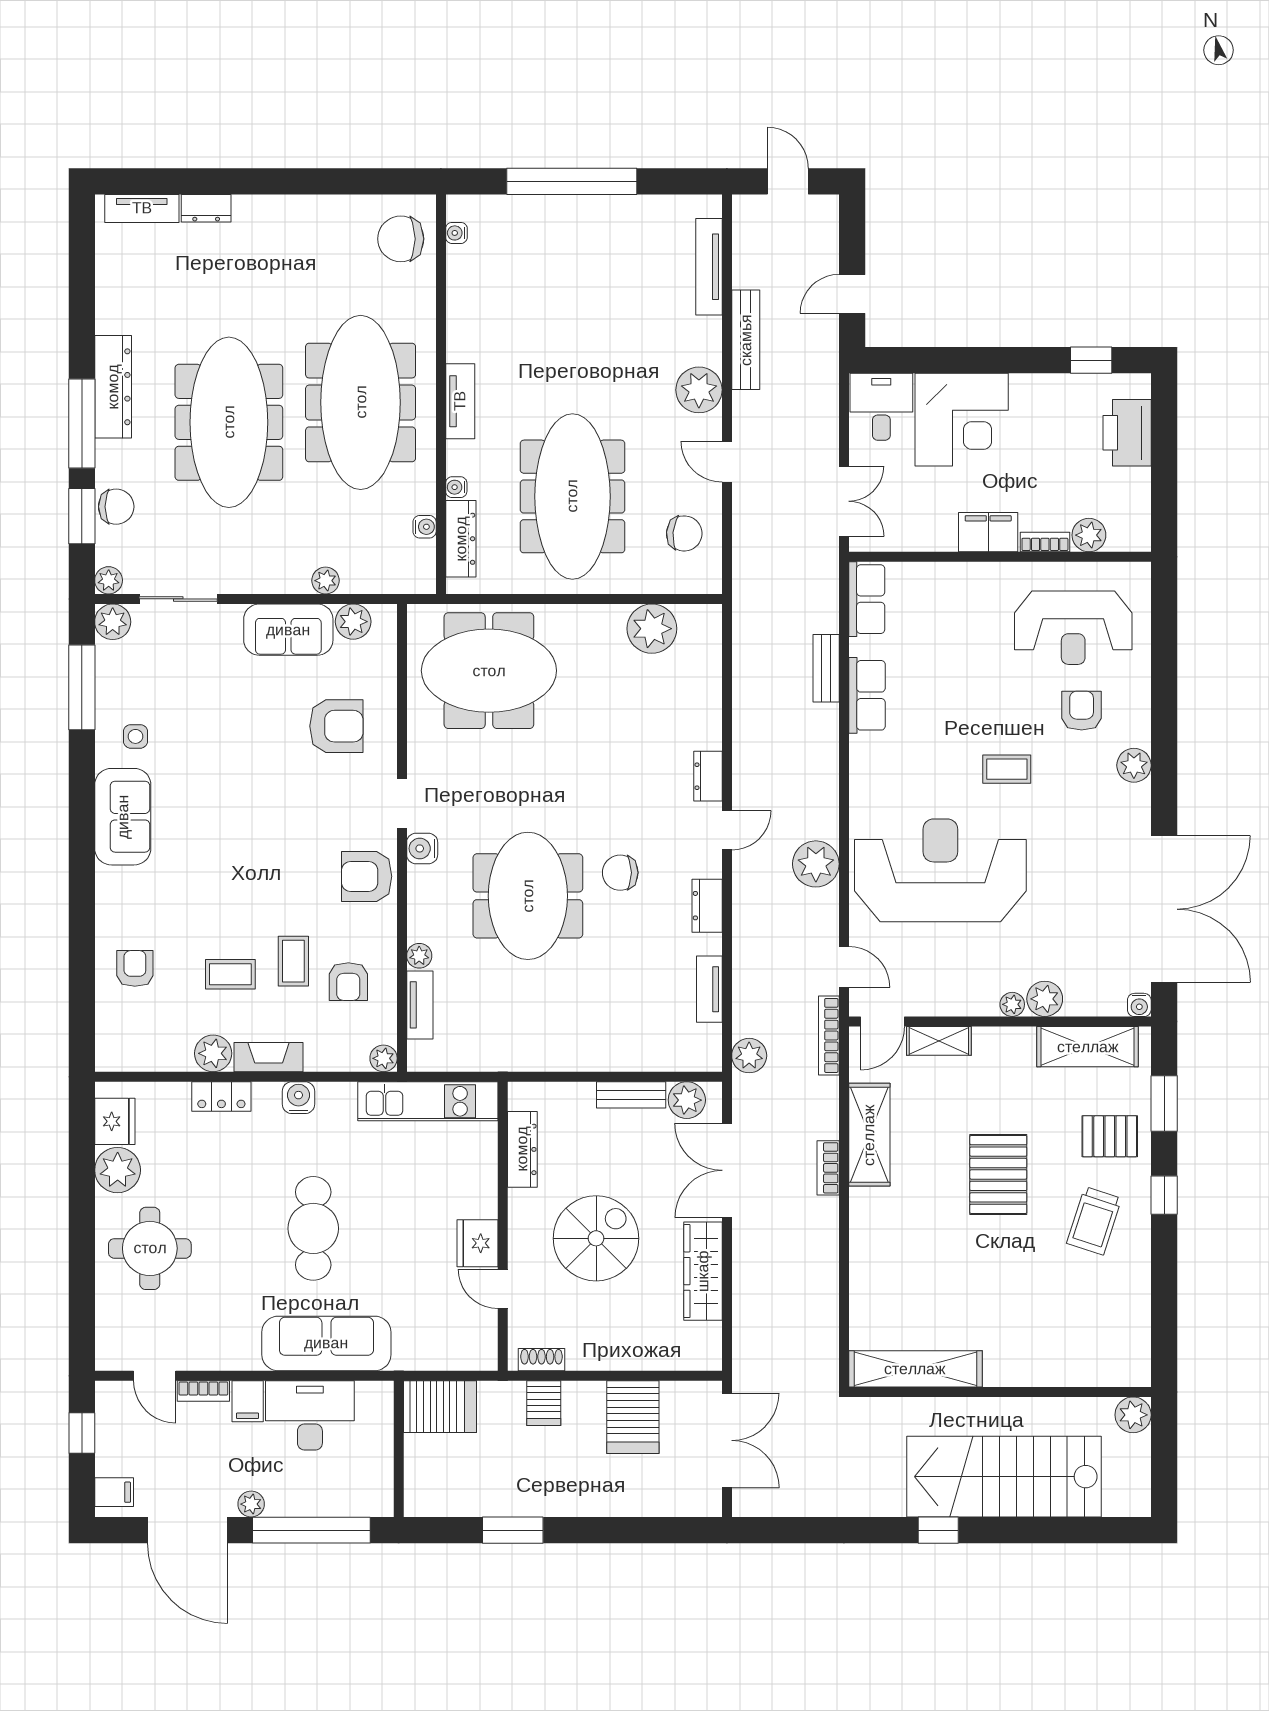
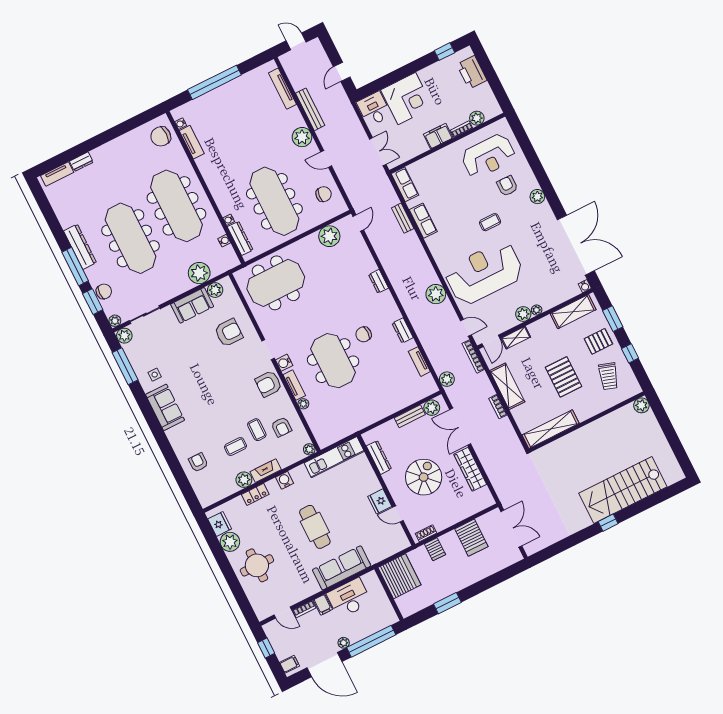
tv unit: (460, 401) -> (192, 142), moved
plant: (326, 581) -> (199, 273), width x1.88, depth x1.88
door: (727, 830) -> (358, 223), moved
plant: (1045, 999) -> (523, 314), moved
tv unit: (420, 1005) -> (294, 385), moved
shelving: (915, 1369) -> (551, 429), moved
wall: (1000, 1392) -> (587, 422), moved
server rack: (440, 1407) -> (399, 576), width x1.60
plant: (1133, 1415) -> (641, 405), moved

